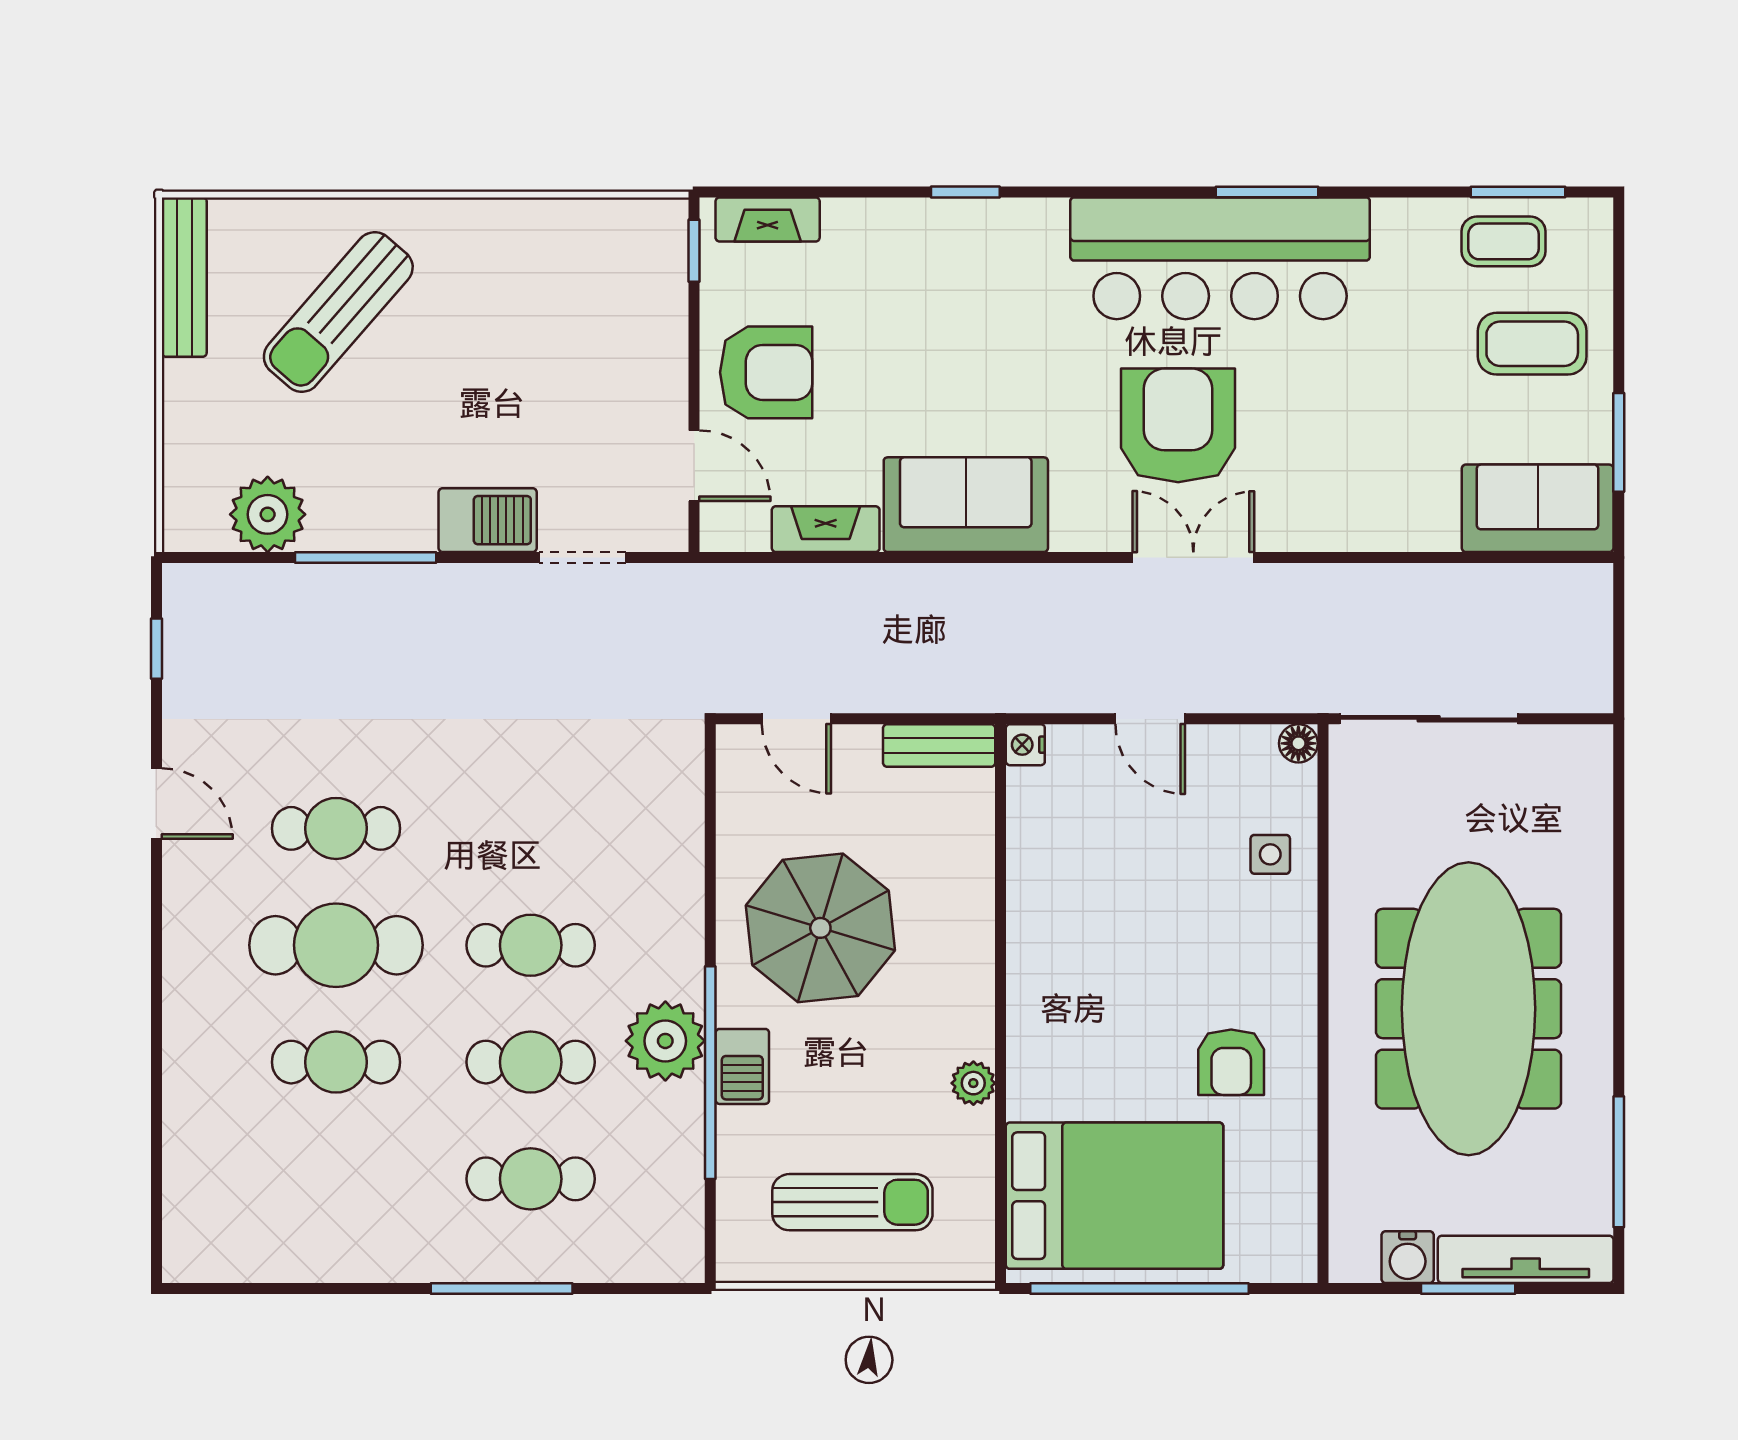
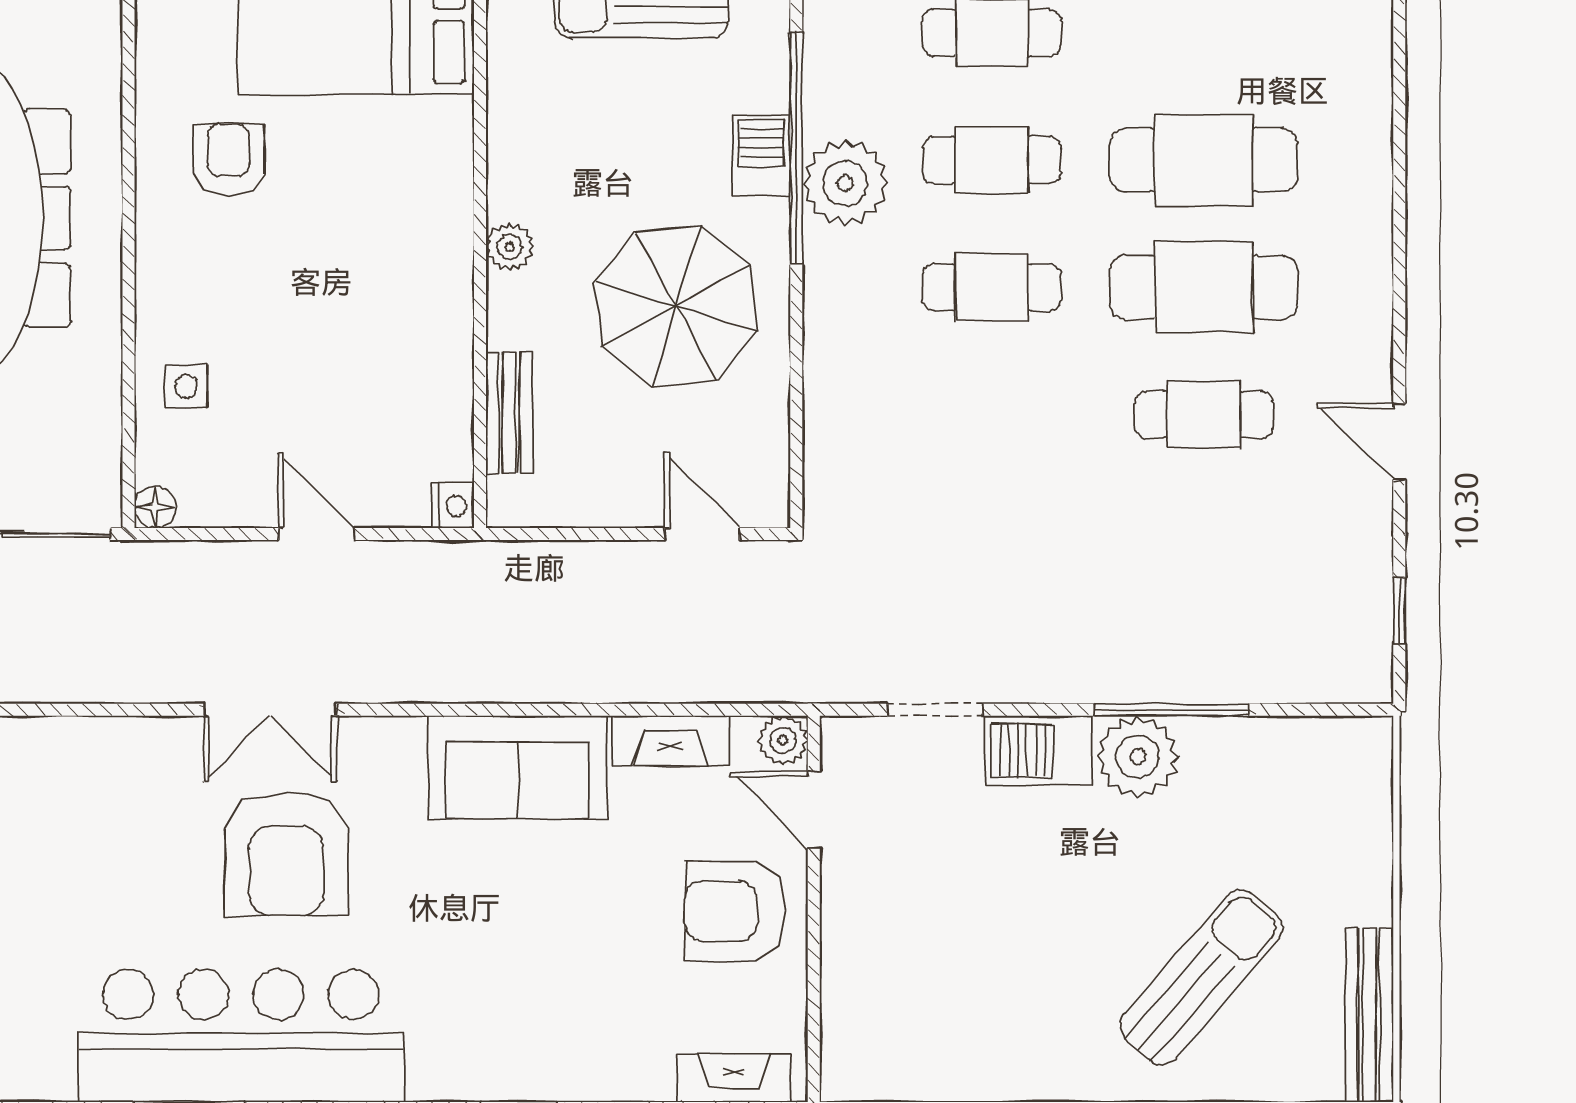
window: (694, 251) -> (814, 1044), removed
plant: (268, 514) -> (1138, 757), moved
plant: (722, 529) -> (783, 740), added
bench: (939, 745) -> (509, 413), moved, turned 90
cafe table: (336, 1062) -> (1204, 160), width x1.37, depth x1.35
plant: (973, 1083) -> (510, 247), moved

